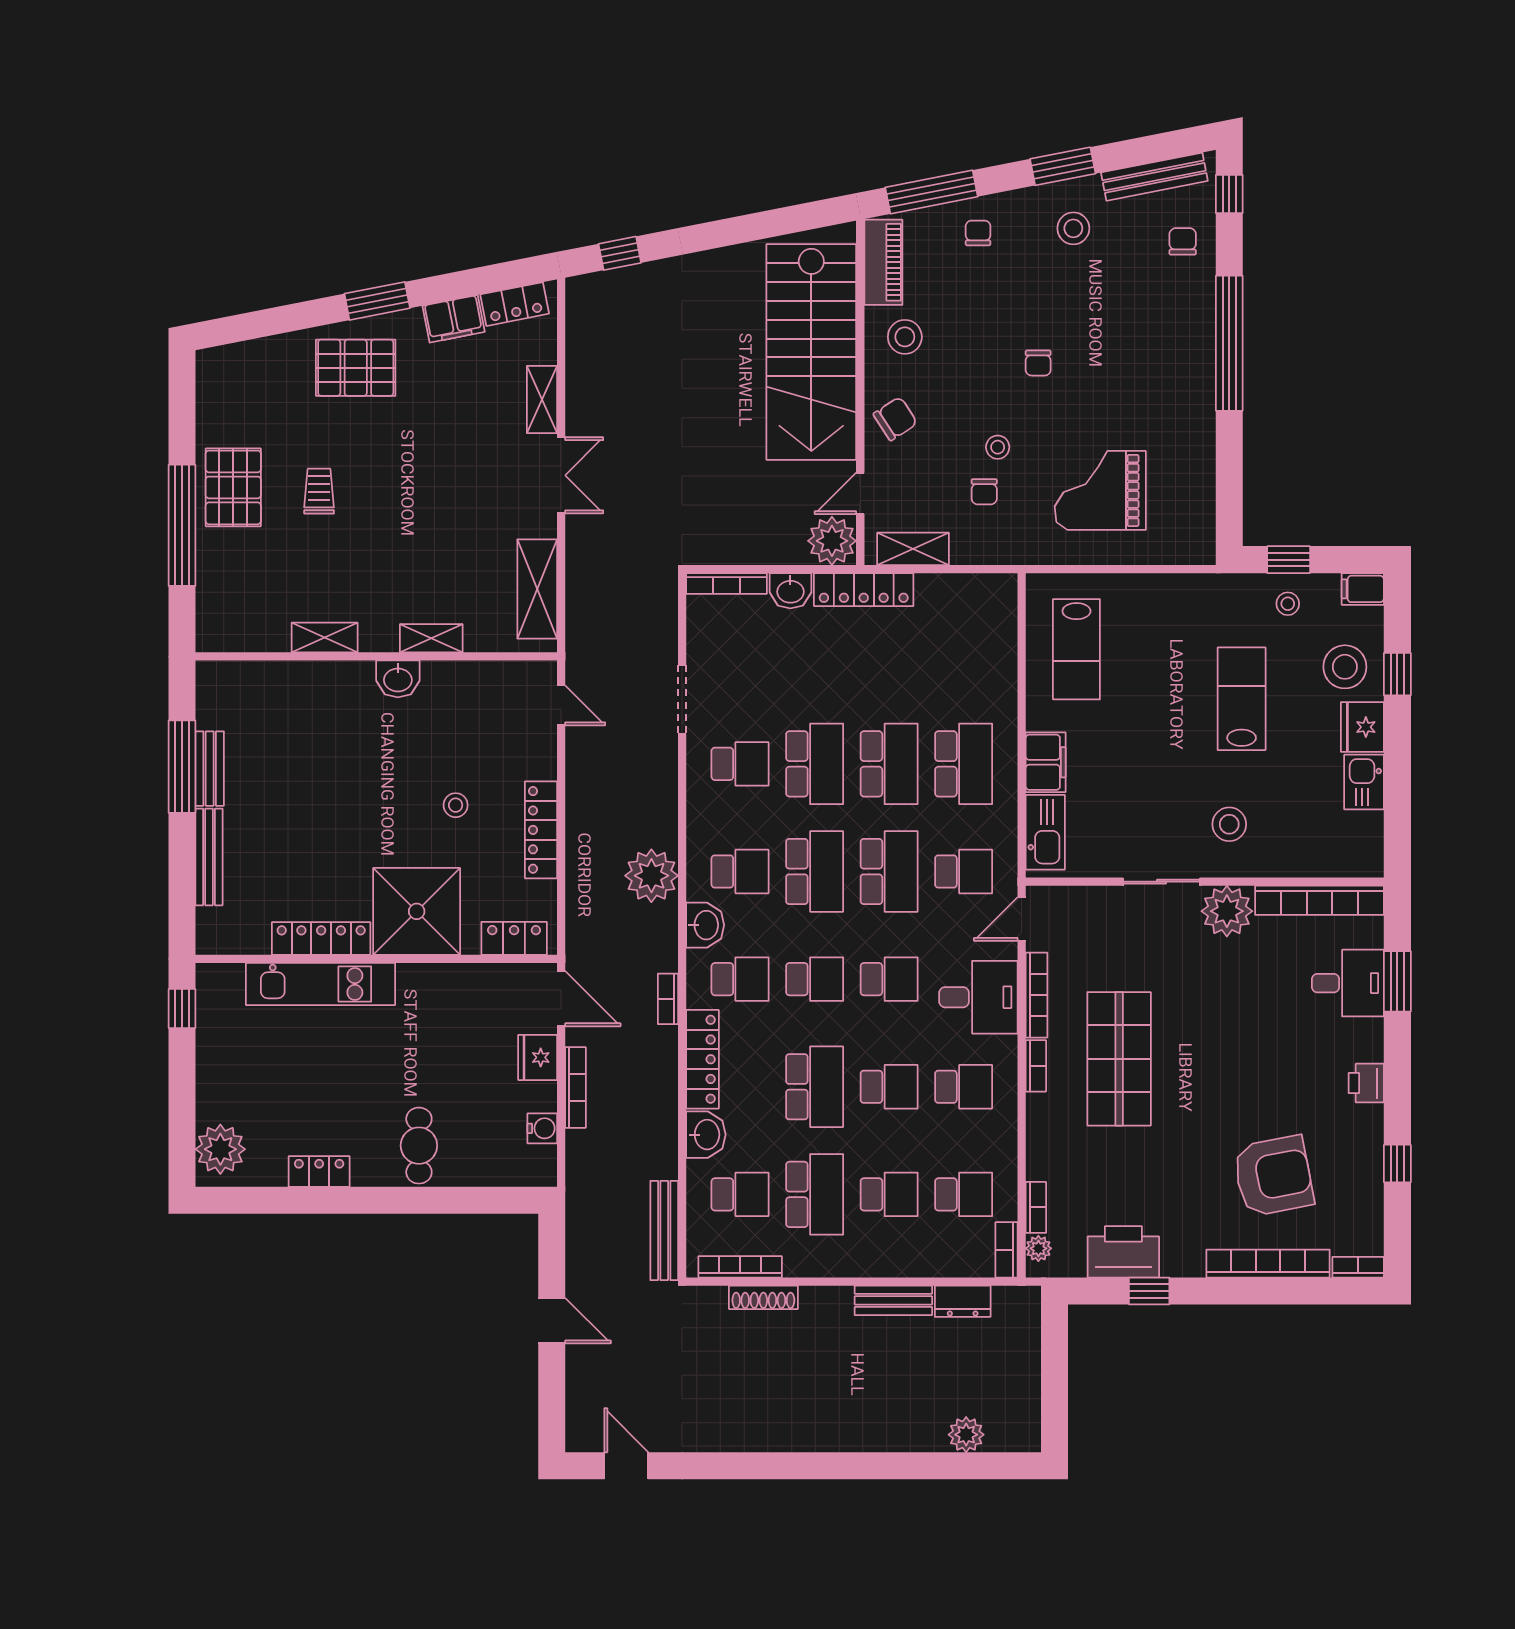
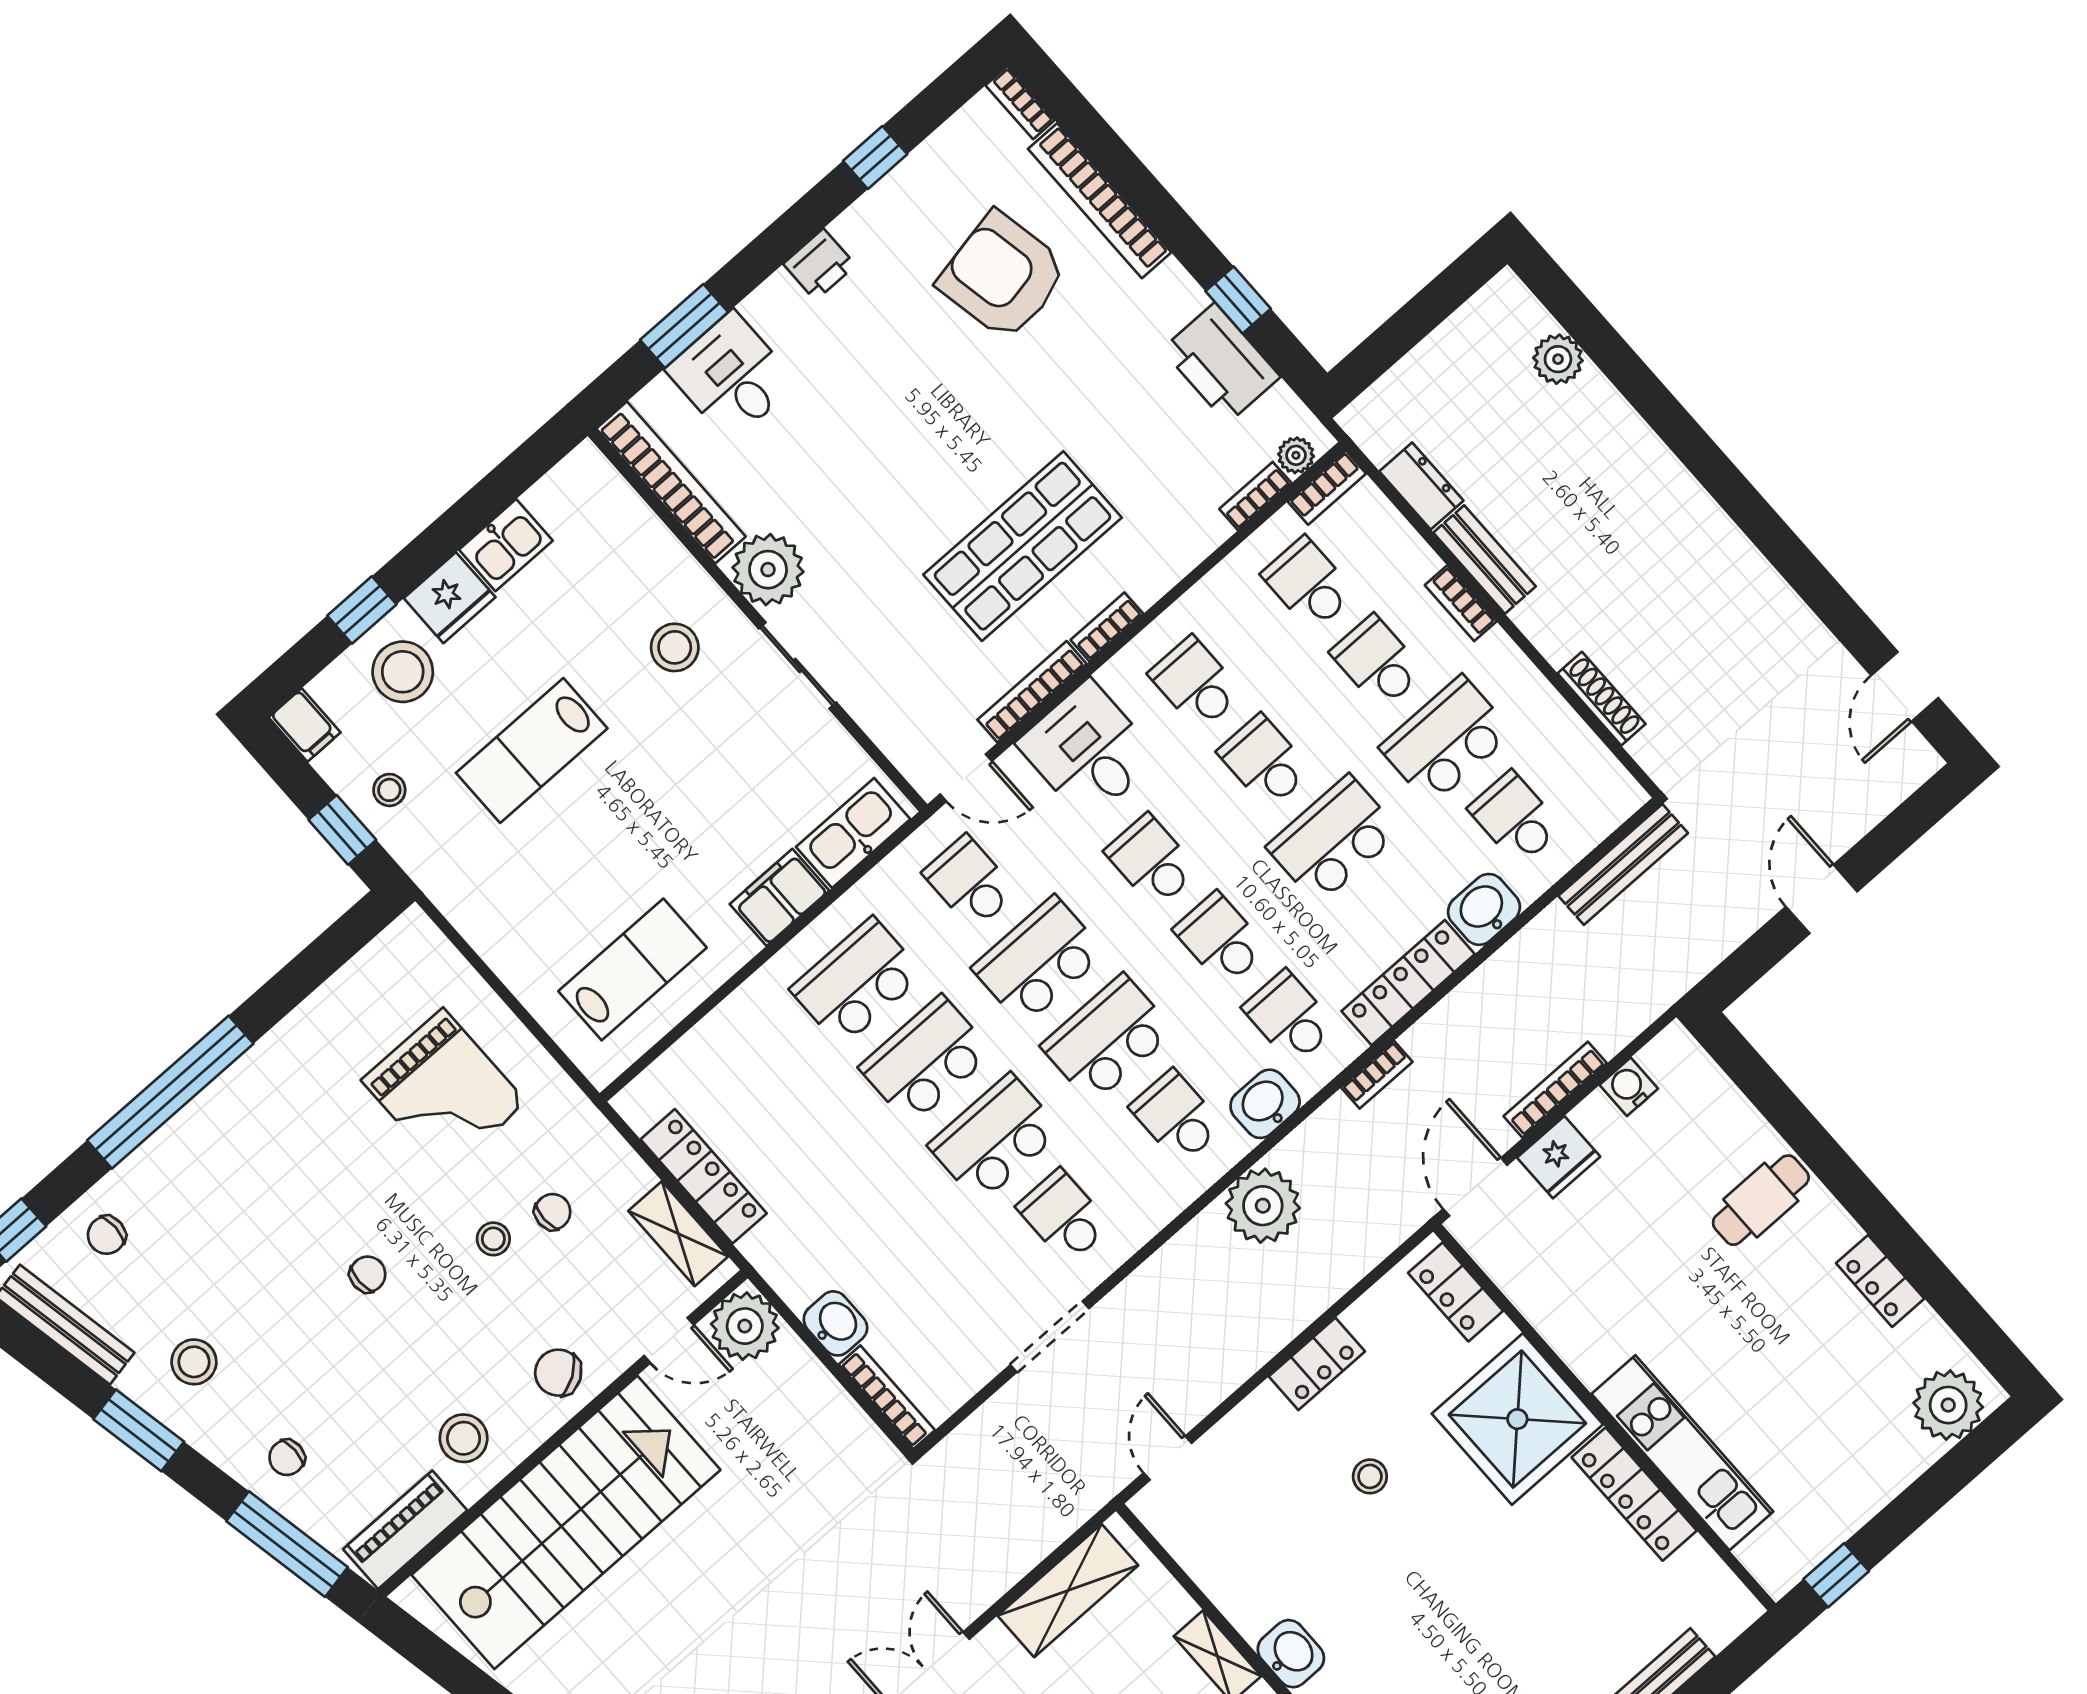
locker: (864, 590) -> (704, 1176), moved
locker: (541, 830) -> (1317, 1364), width x0.66
bookcase: (740, 1267) -> (1461, 603), moved, width x0.64

